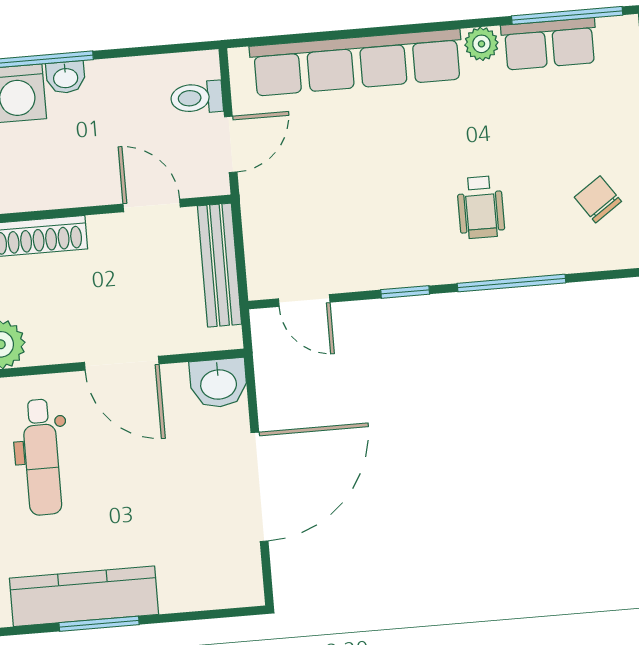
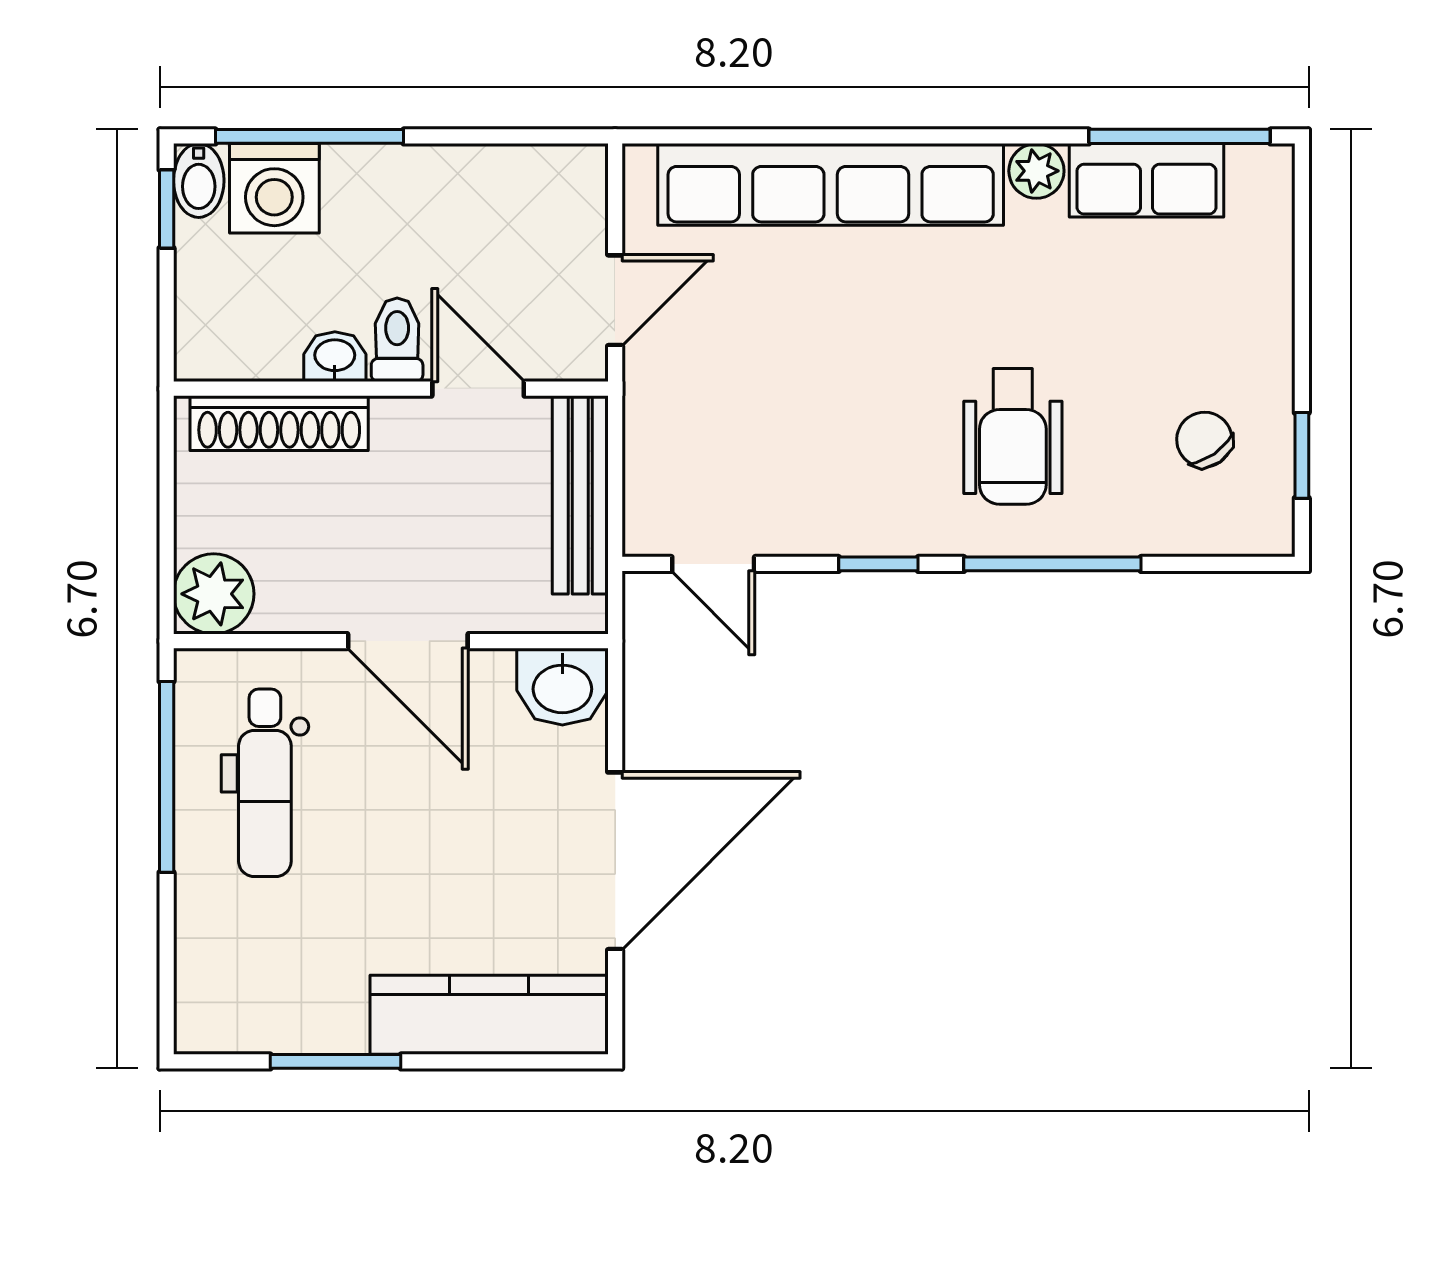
washbasin: (66, 77) -> (335, 357), moved, turned 180
toilet: (197, 98) -> (397, 340), moved, turned 90
wheelchair: (481, 207) -> (1013, 436), width x1.36, depth x1.37
kitchen counter: (84, 596) -> (489, 1015), moved

